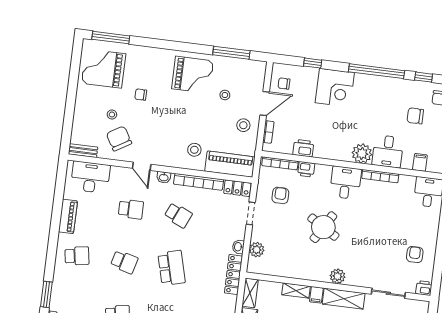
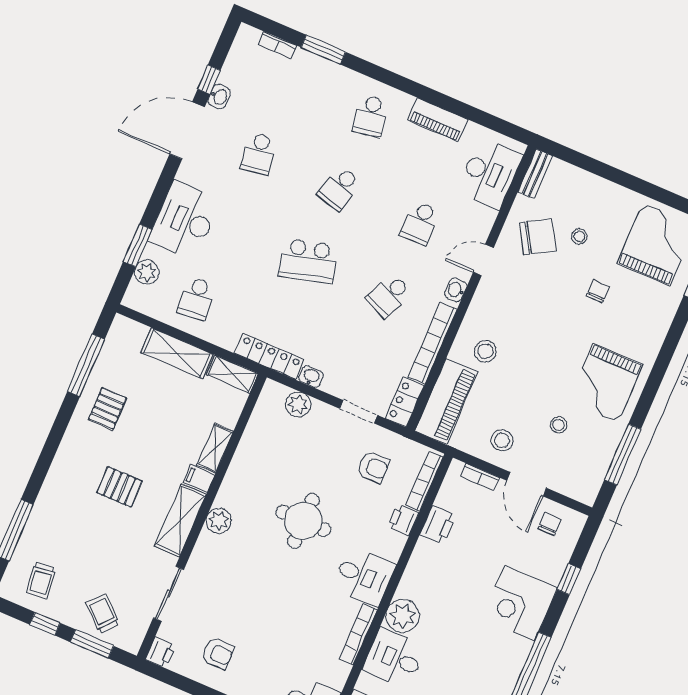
round table: (323, 227) -> (303, 521), turned -31

